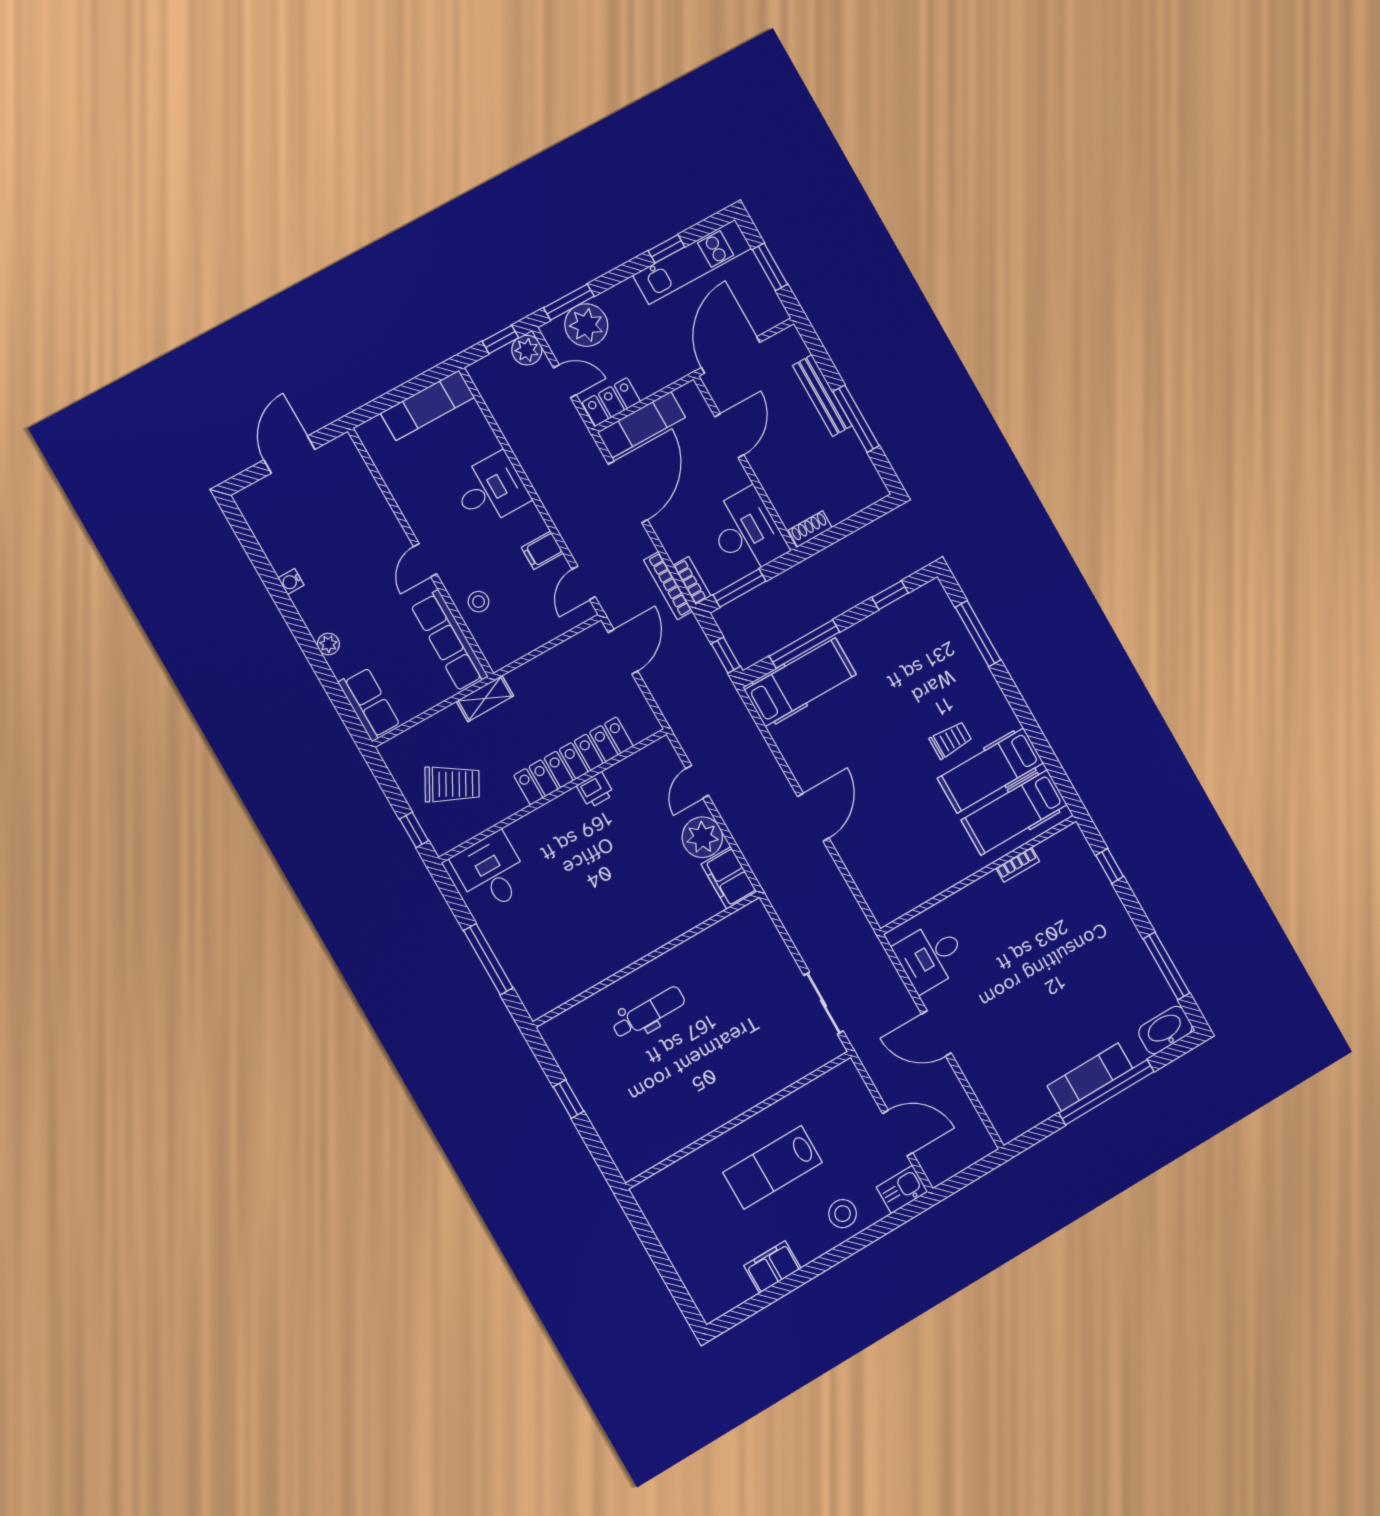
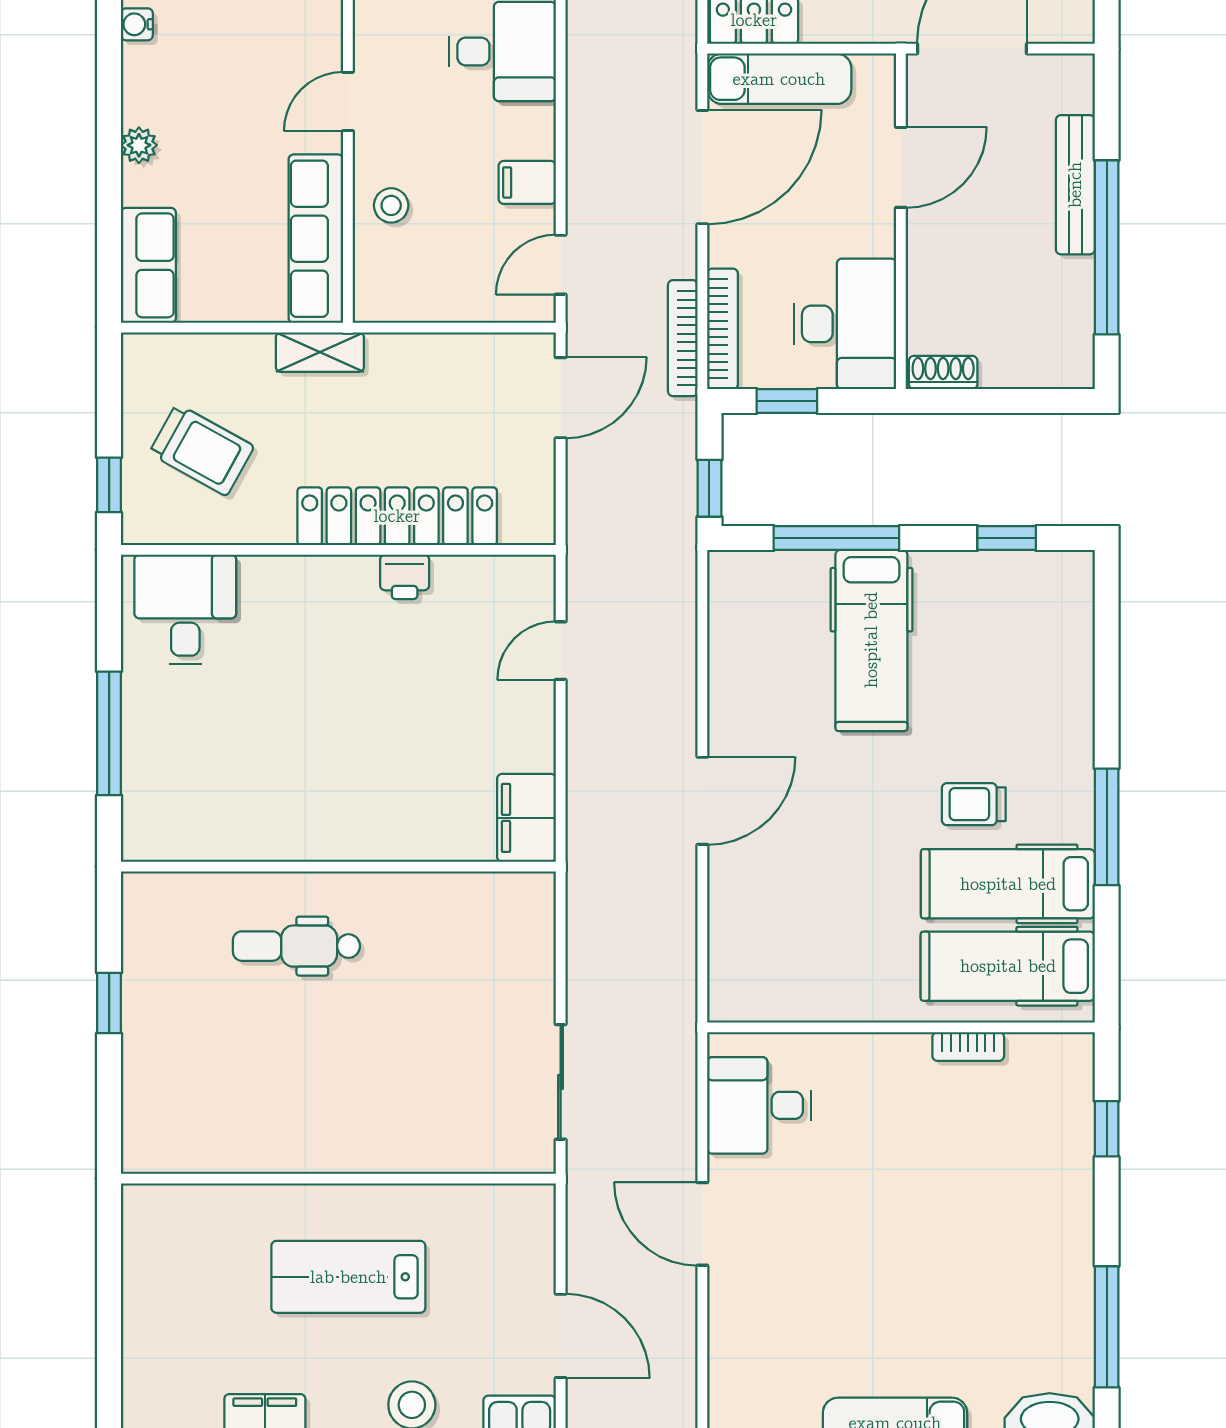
window: (856, 419) -> (1107, 247), width x1.46
bookcase: (692, 581) -> (723, 329), width x1.56
window: (739, 588) -> (787, 401), width x0.67
window: (978, 634) -> (1107, 827), moved
hospital bed: (800, 682) -> (871, 640), moved, turned 90
trolley: (951, 740) -> (974, 804), turned 180
plant: (702, 837) -> (522, 736), removed
dental chair: (649, 1013) -> (296, 946), turned 180

